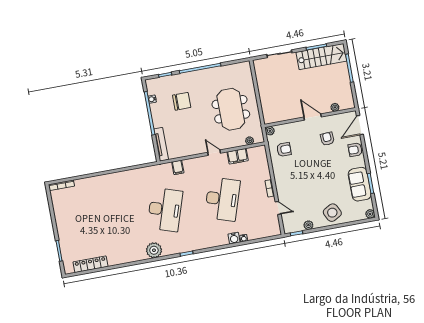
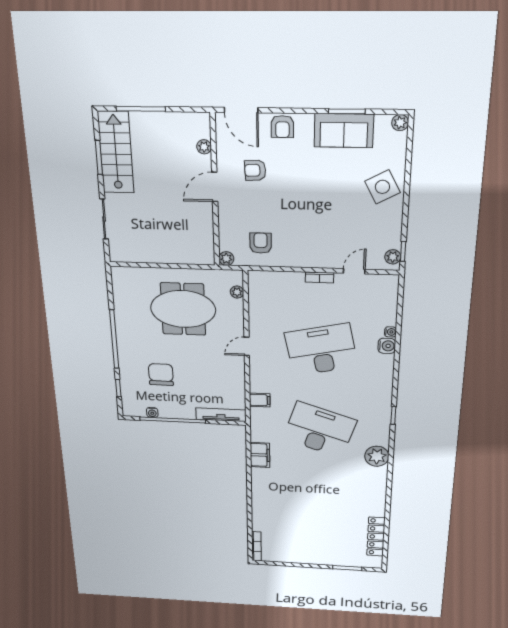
filing cabinet: (238, 156) -> (260, 455), moved
desk: (222, 199) -> (321, 350), turned -30
plant: (308, 225) -> (393, 257), moved

